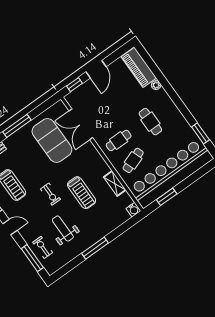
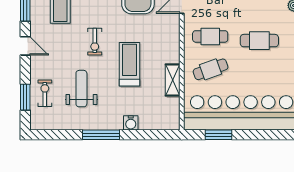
cafe table: (150, 122) -> (259, 41), turned 90
treadmill: (82, 193) -> (130, 64), turned 180
water cooler: (133, 210) -> (131, 123), moved
window: (32, 258) -> (25, 97), width x0.69

